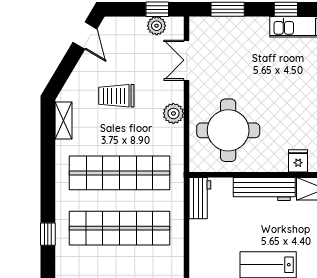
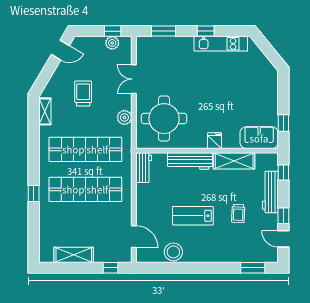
door: (85, 36) -> (60, 50), hinge flipped
double door: (187, 60) -> (134, 79), moved
trolley: (116, 96) -> (83, 94), turned 90
plant: (173, 113) -> (124, 117), moved

